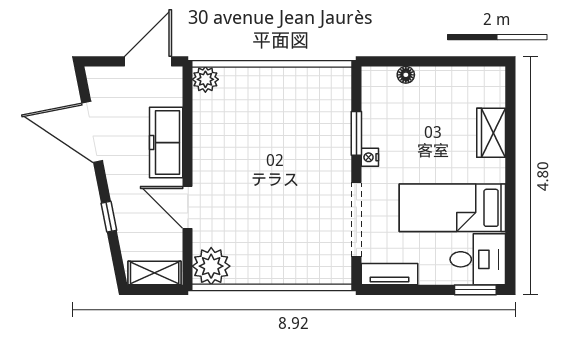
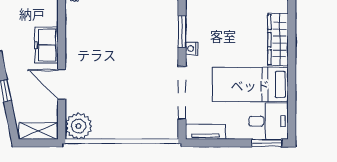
wardrobe: (491, 133) -> (278, 40), width x1.50
freezer: (166, 143) -> (46, 45), width x0.71

